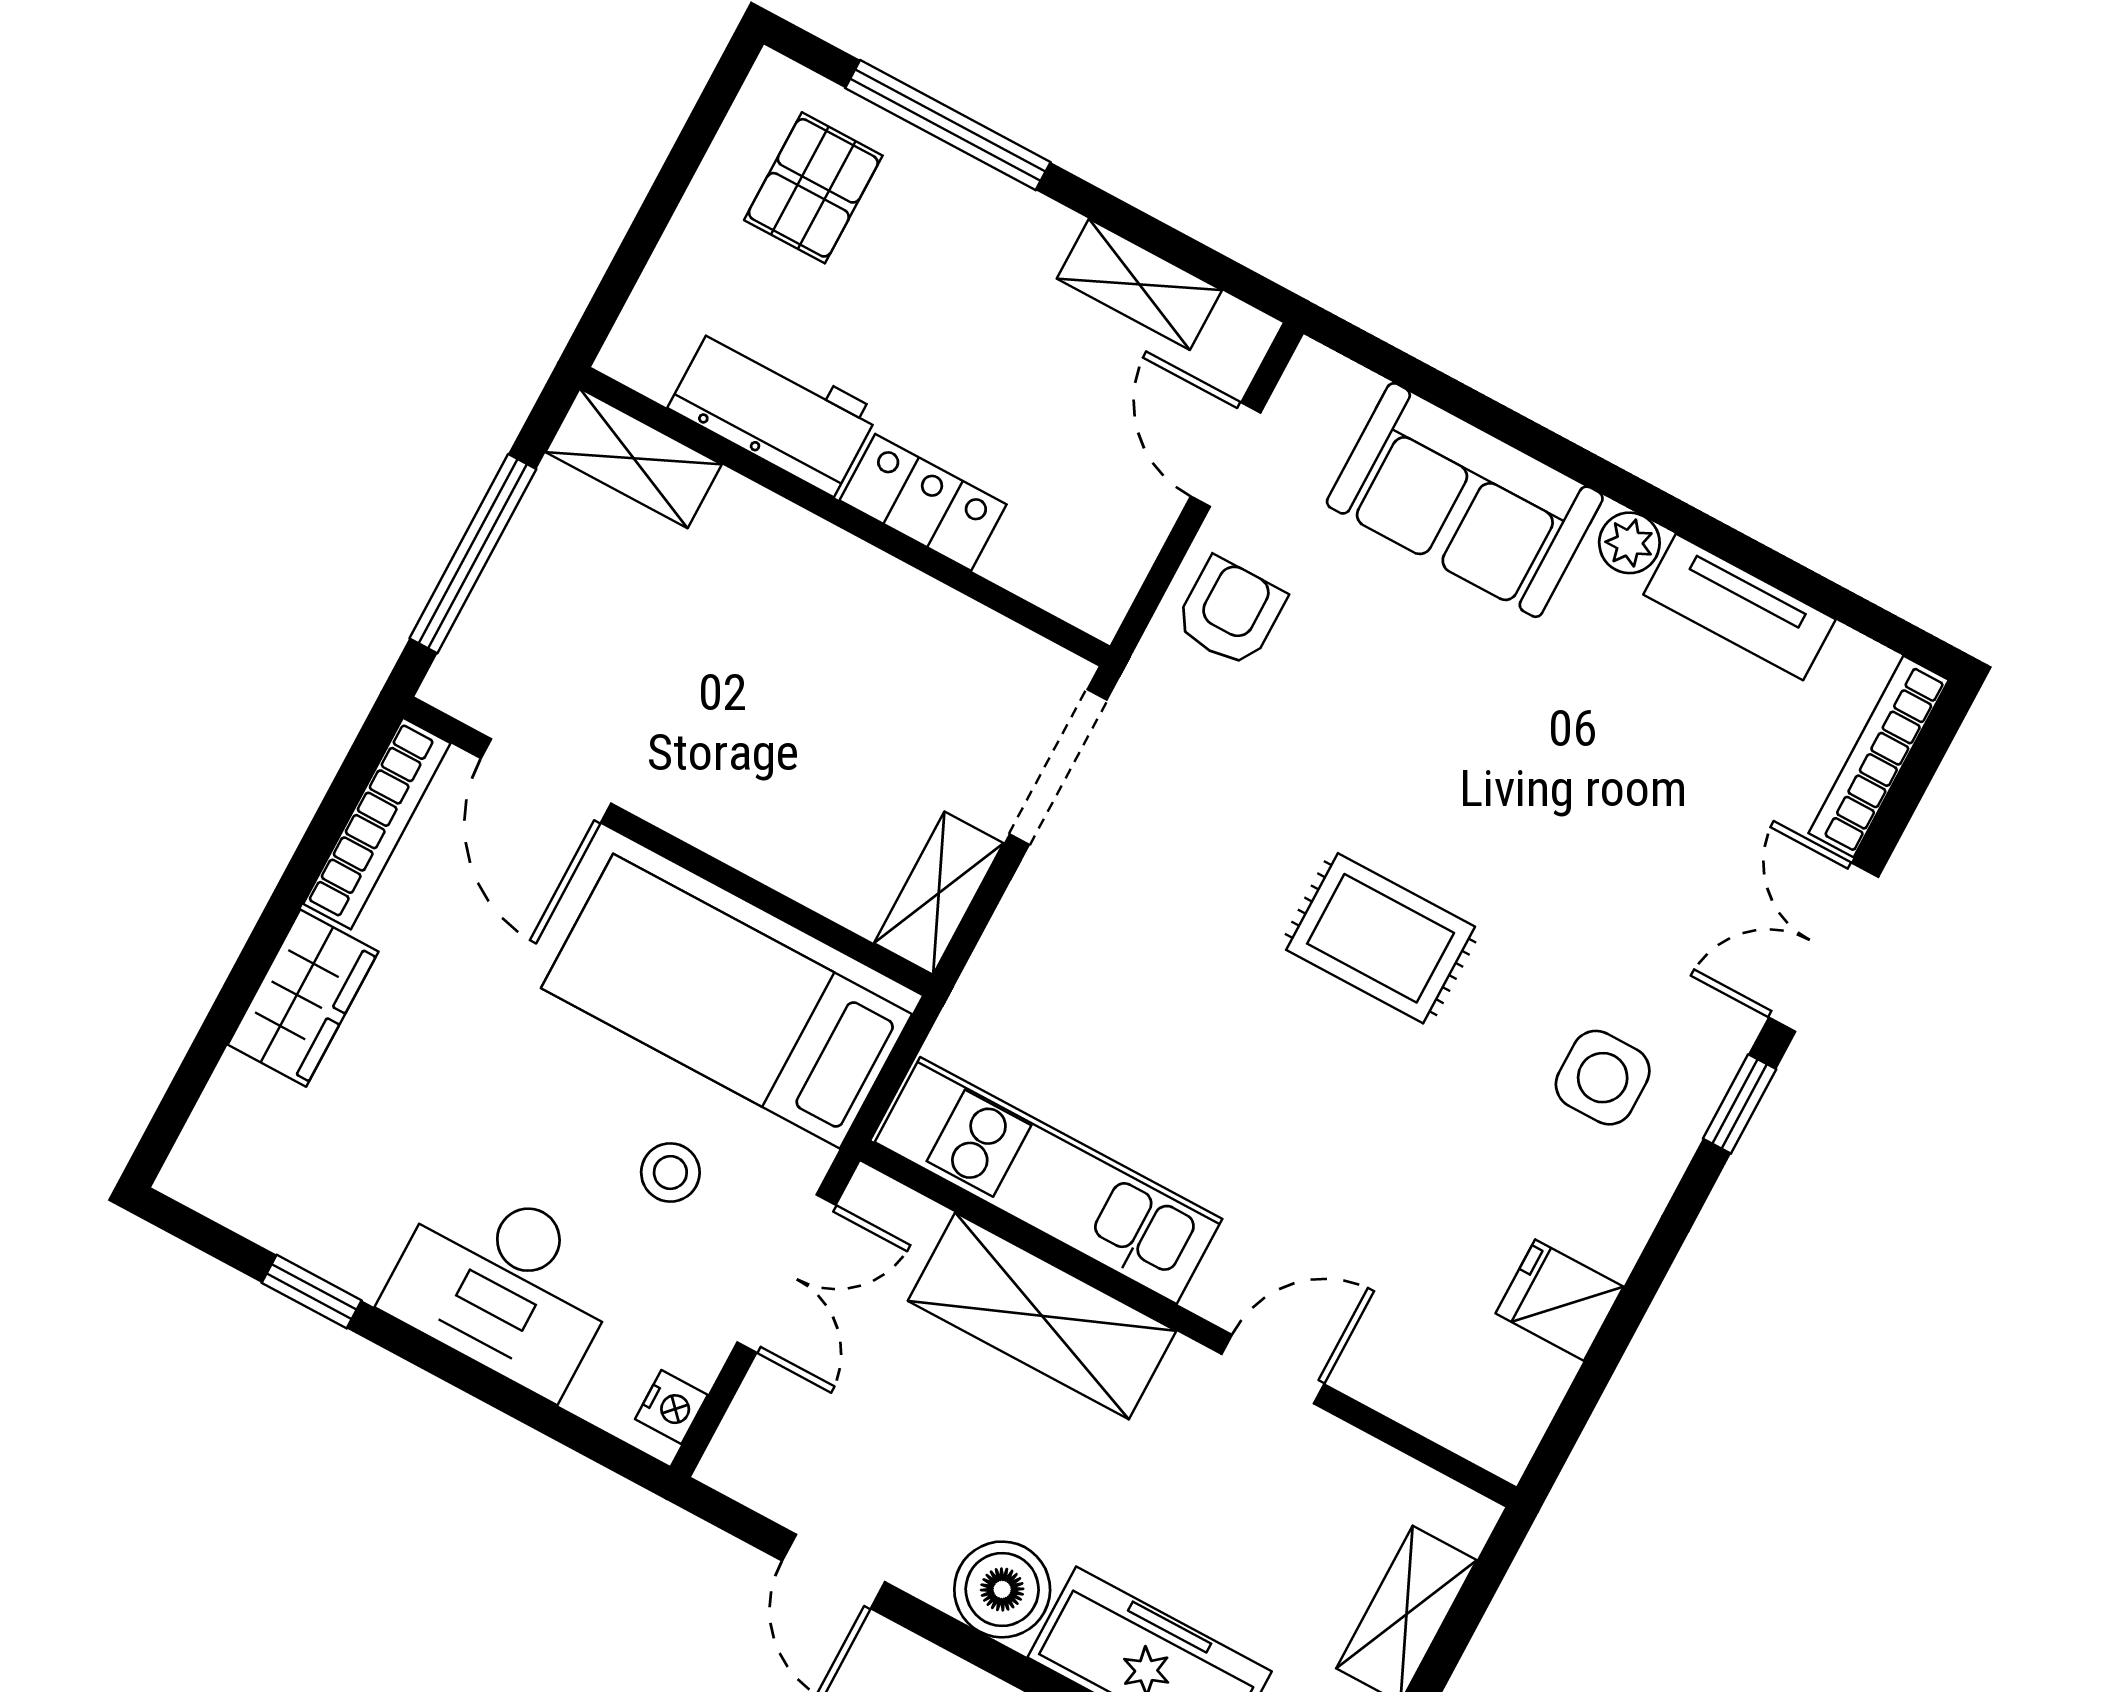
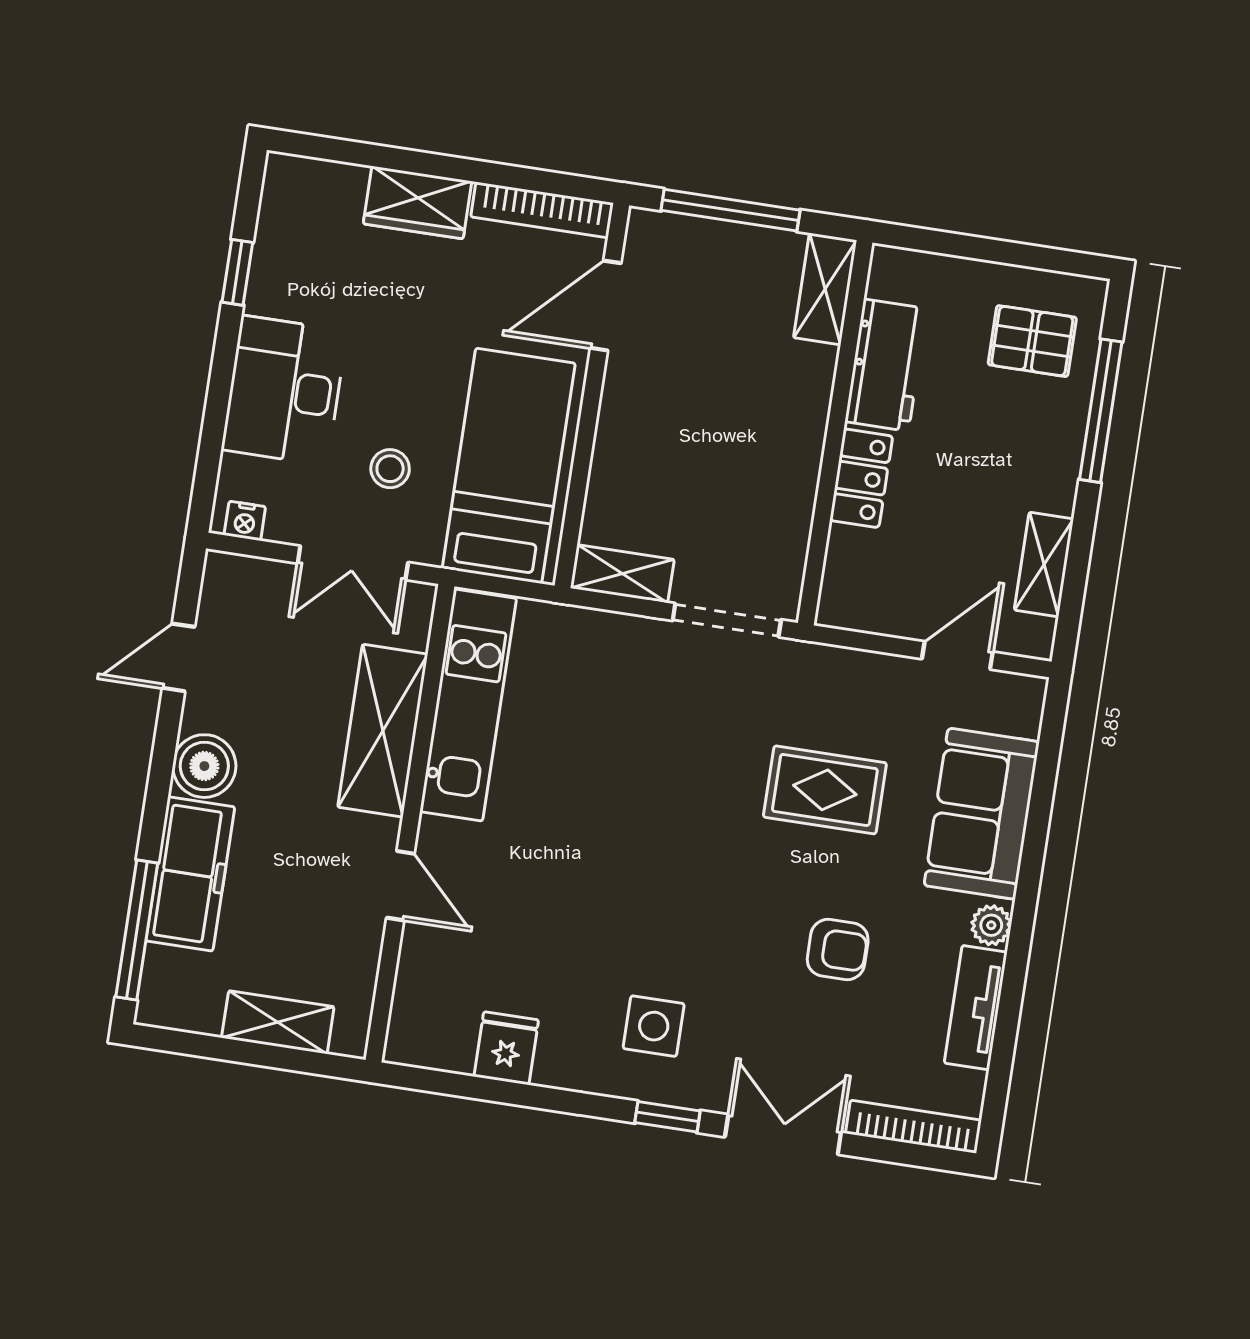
armchair: (1230, 612) -> (838, 950), moved
rug: (1381, 938) -> (825, 790), moved, turned 90

